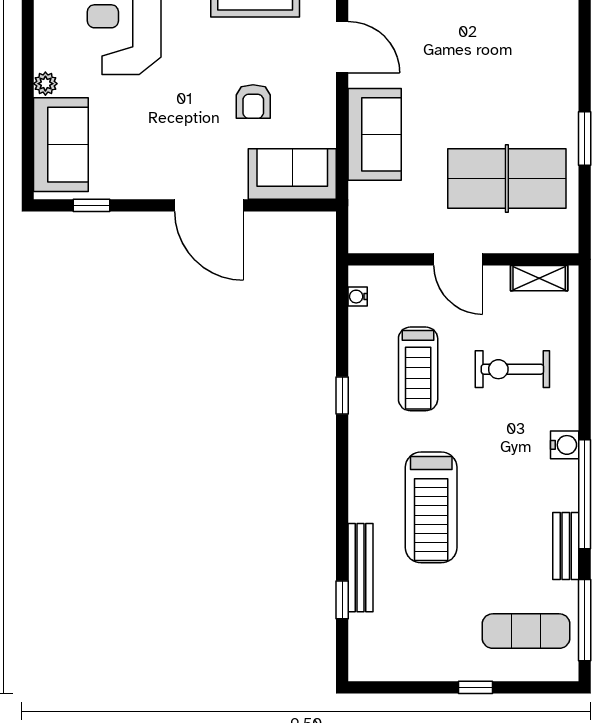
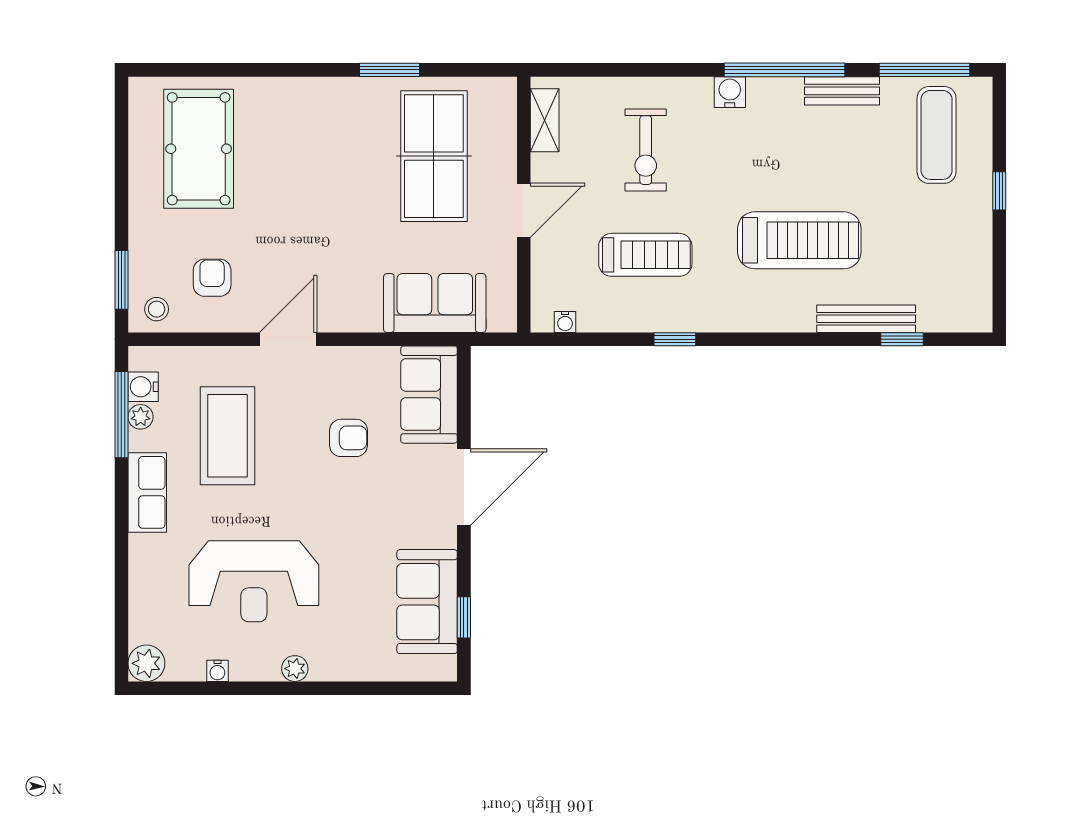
plant: (45, 84) -> (295, 669), moved
sofa: (375, 134) -> (435, 303), moved
sofa: (61, 145) -> (427, 602), moved, turned -90

